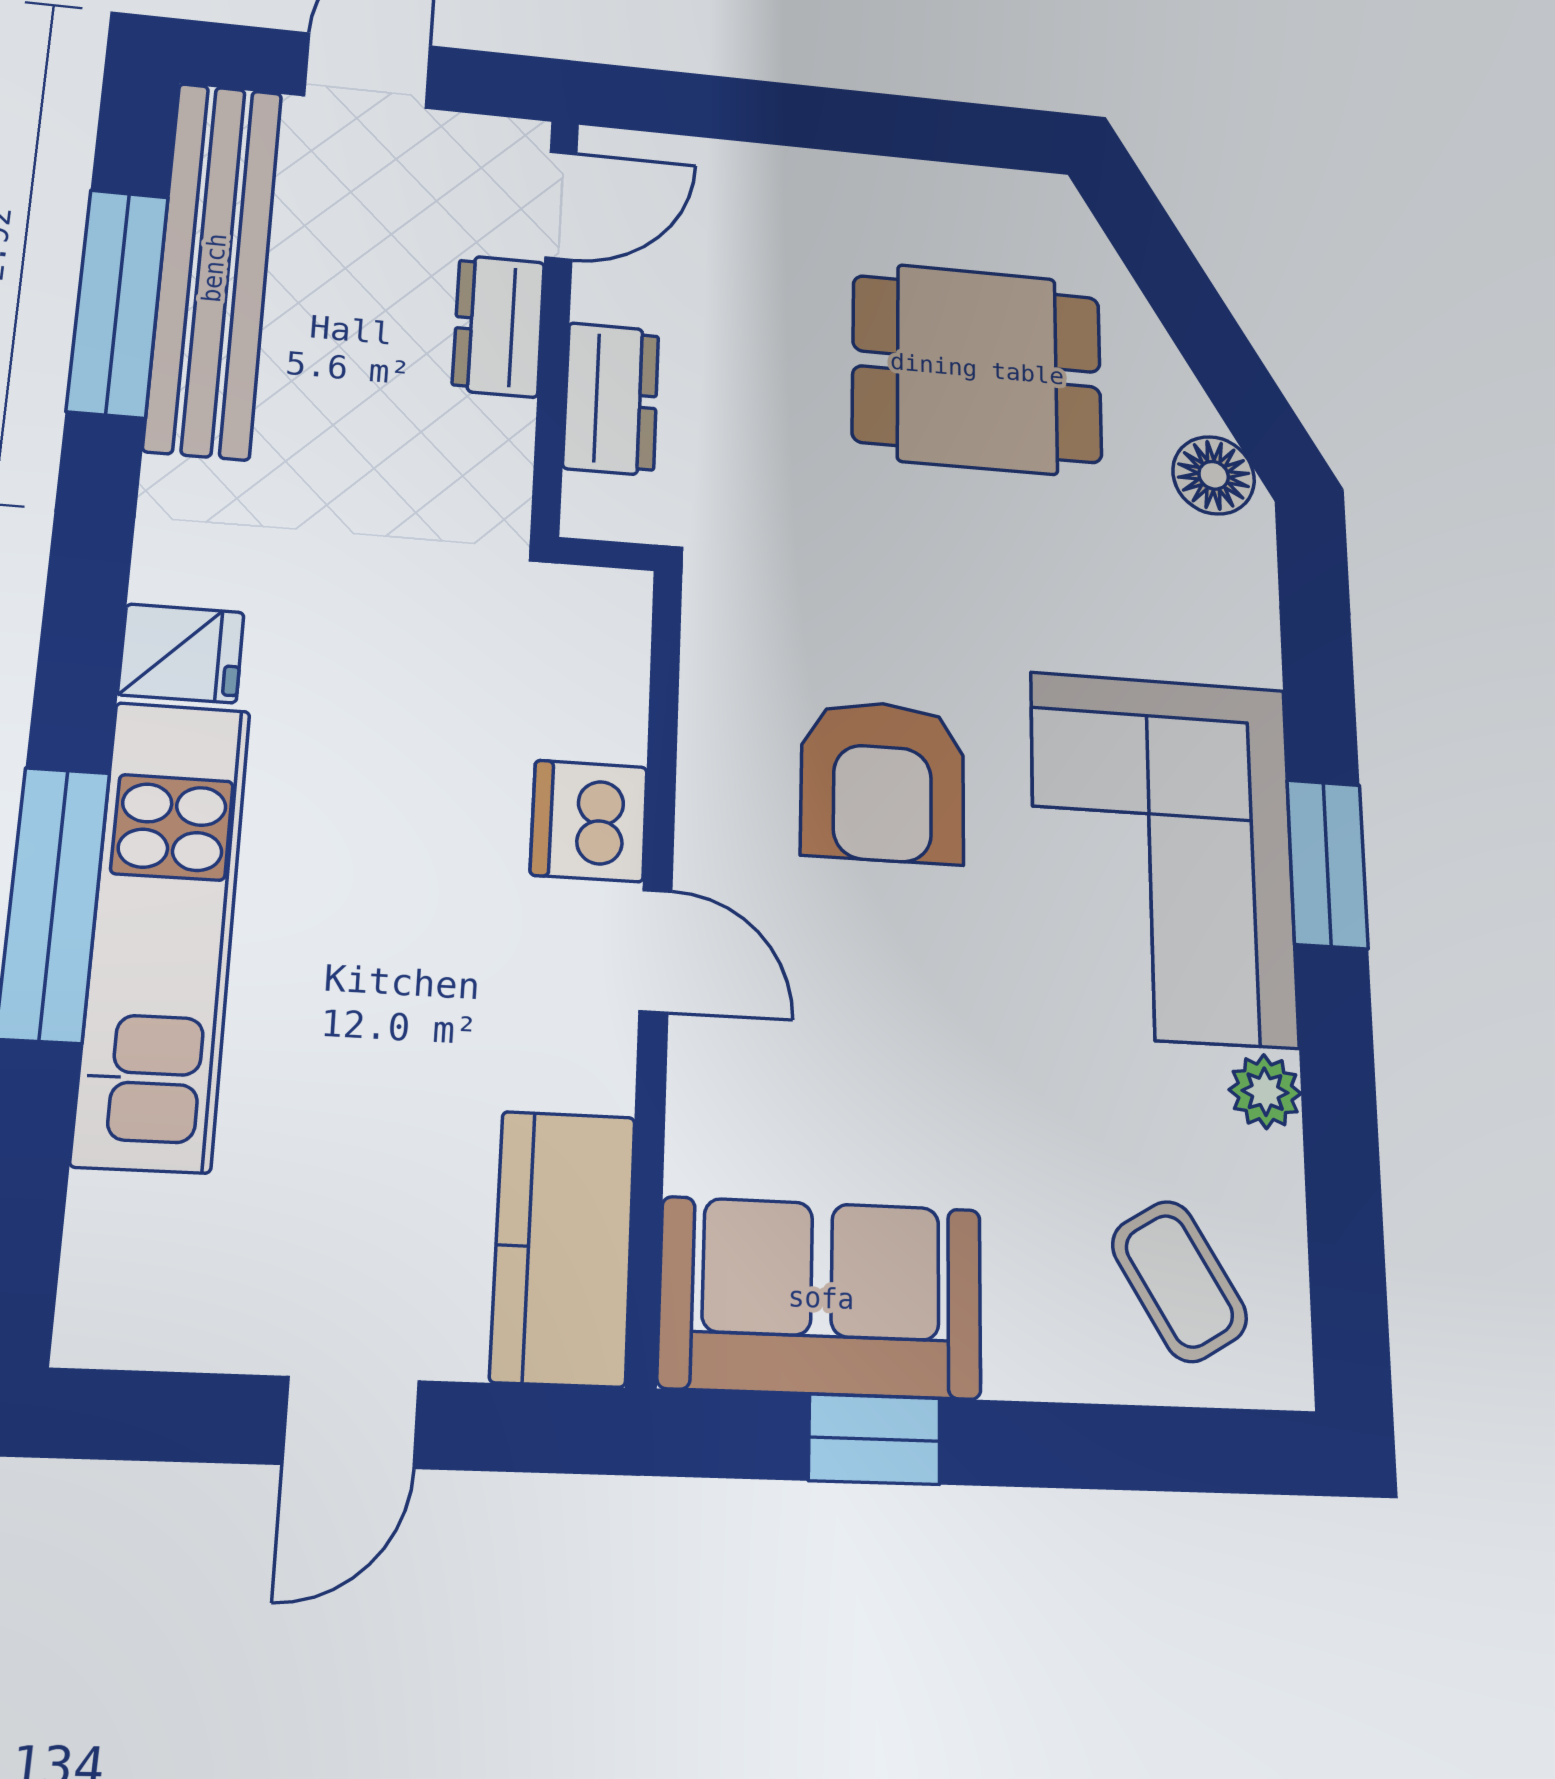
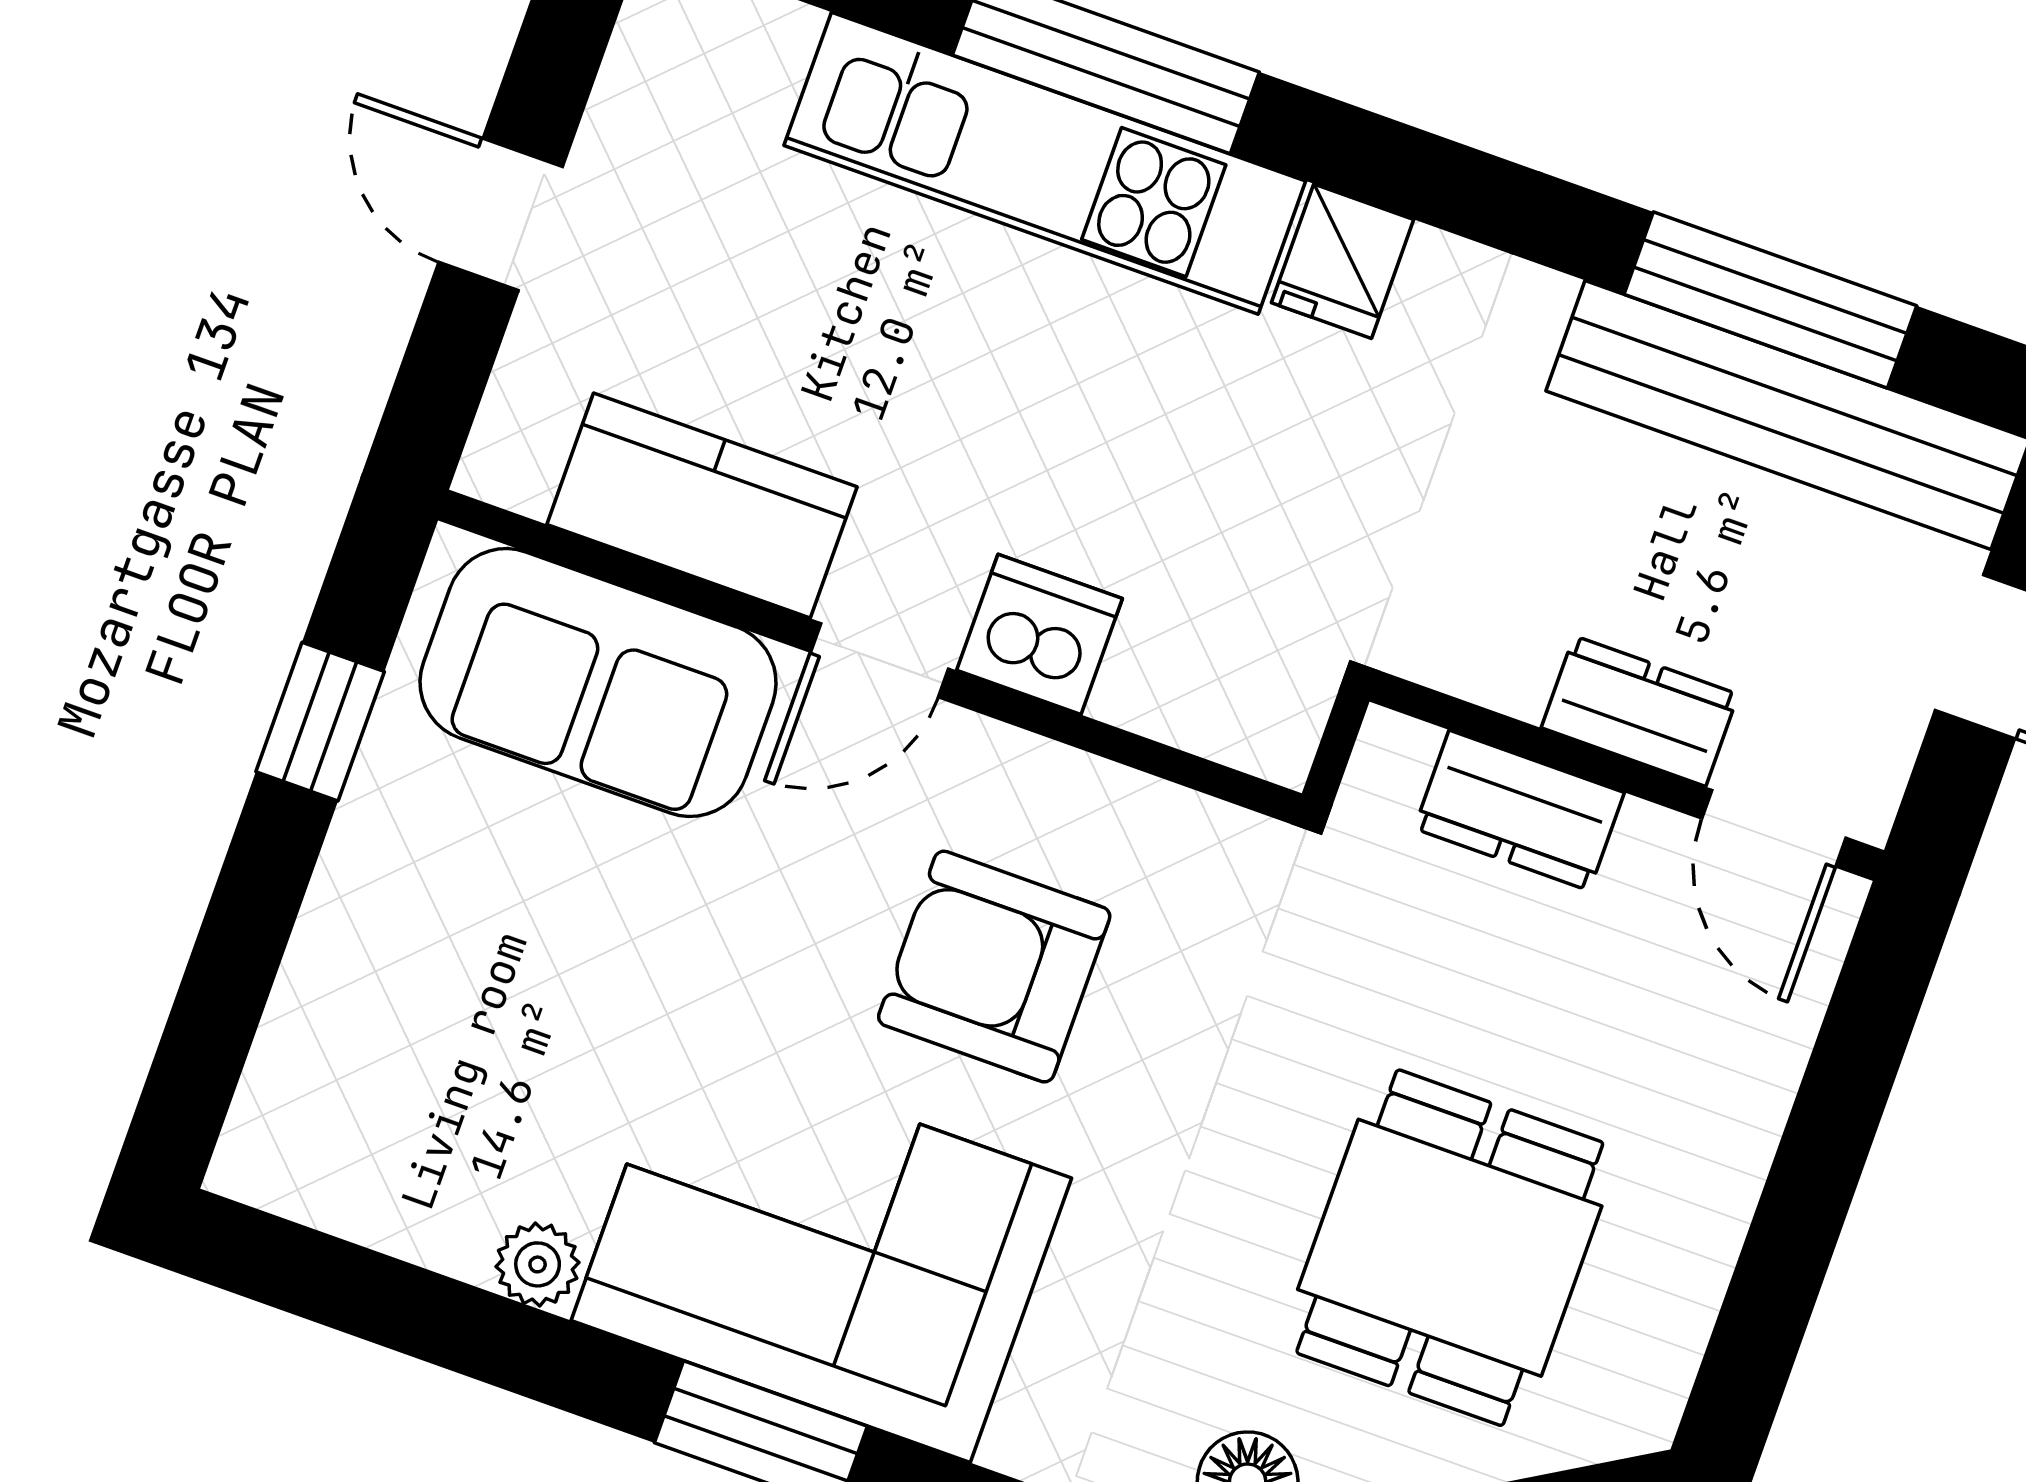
kitchen counter: (563, 1248) -> (702, 506), moved
coffee table: (1179, 1281) -> (373, 1095), removed
sofa: (821, 1298) -> (598, 683), moved, turned 90

